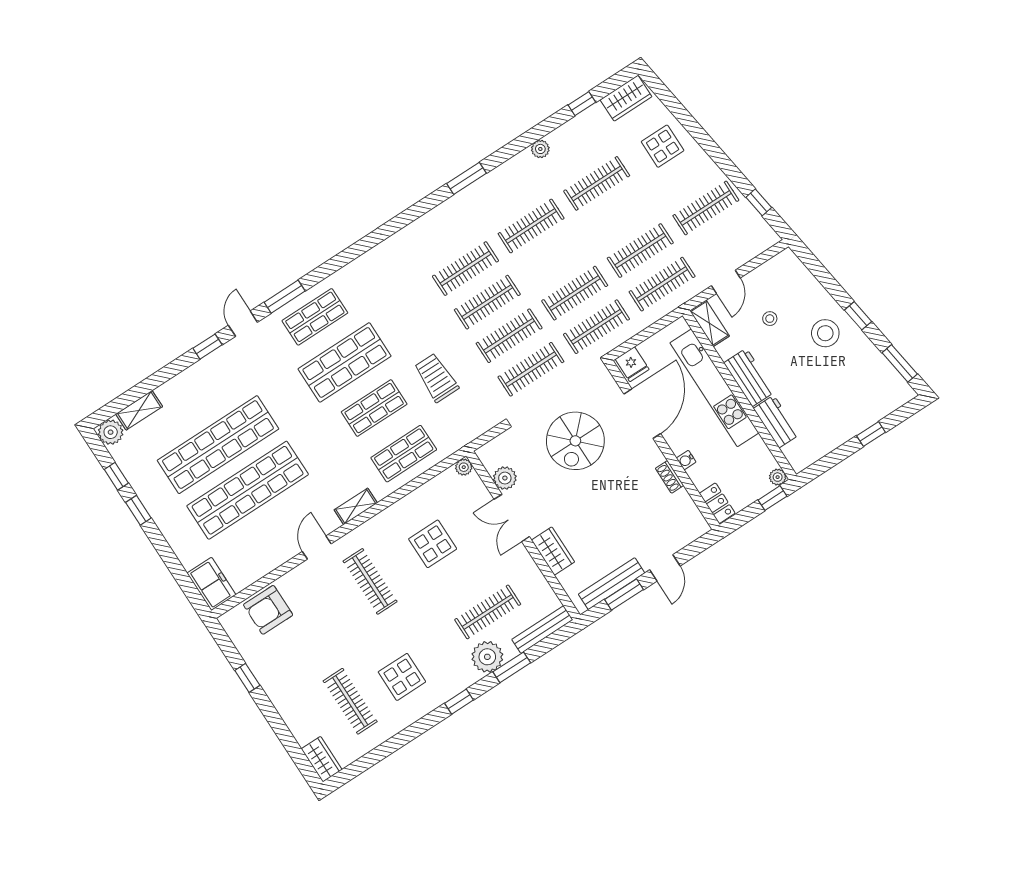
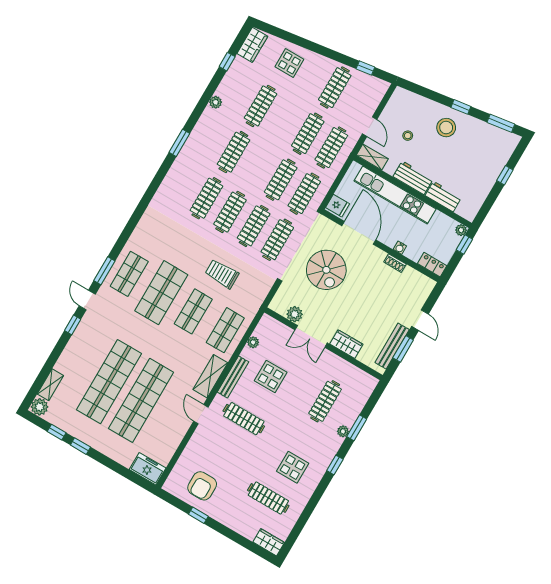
plant: (464, 467) -> (253, 342), moved
shelving: (356, 506) -> (210, 376), width x1.50, depth x1.33
armchair: (268, 610) -> (202, 486), moved
bench: (542, 630) -> (233, 377), moved
plant: (487, 657) -> (343, 431), width x0.53, depth x0.53

